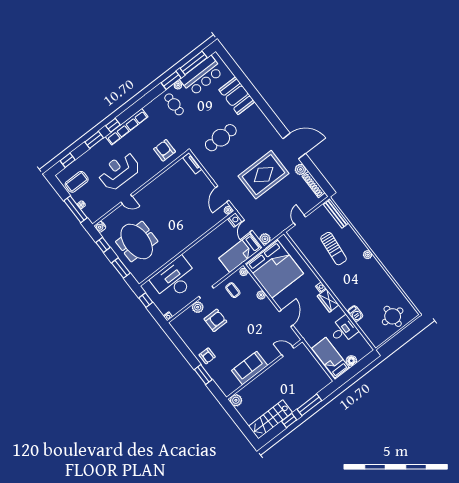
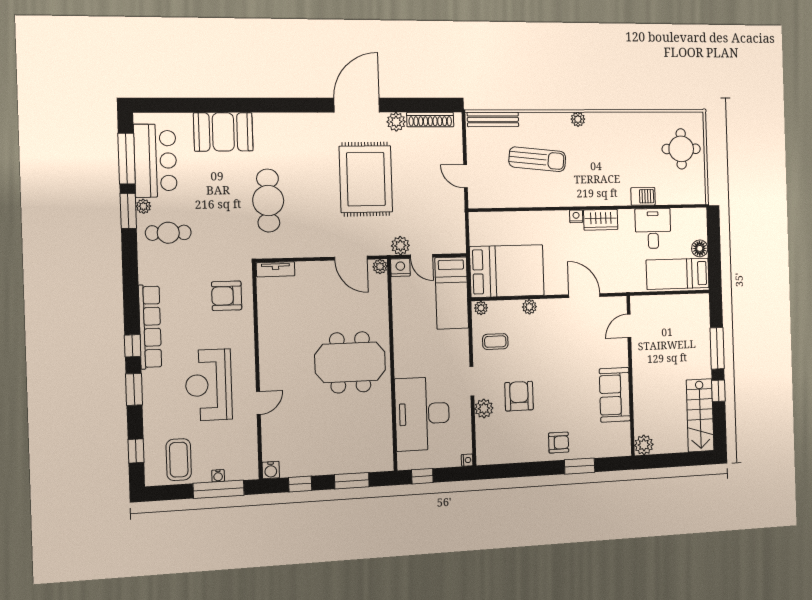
plant: (265, 239) -> (400, 246), moved
meeting table: (137, 241) -> (350, 362), moved
bed: (274, 269) -> (507, 271), width x0.73

